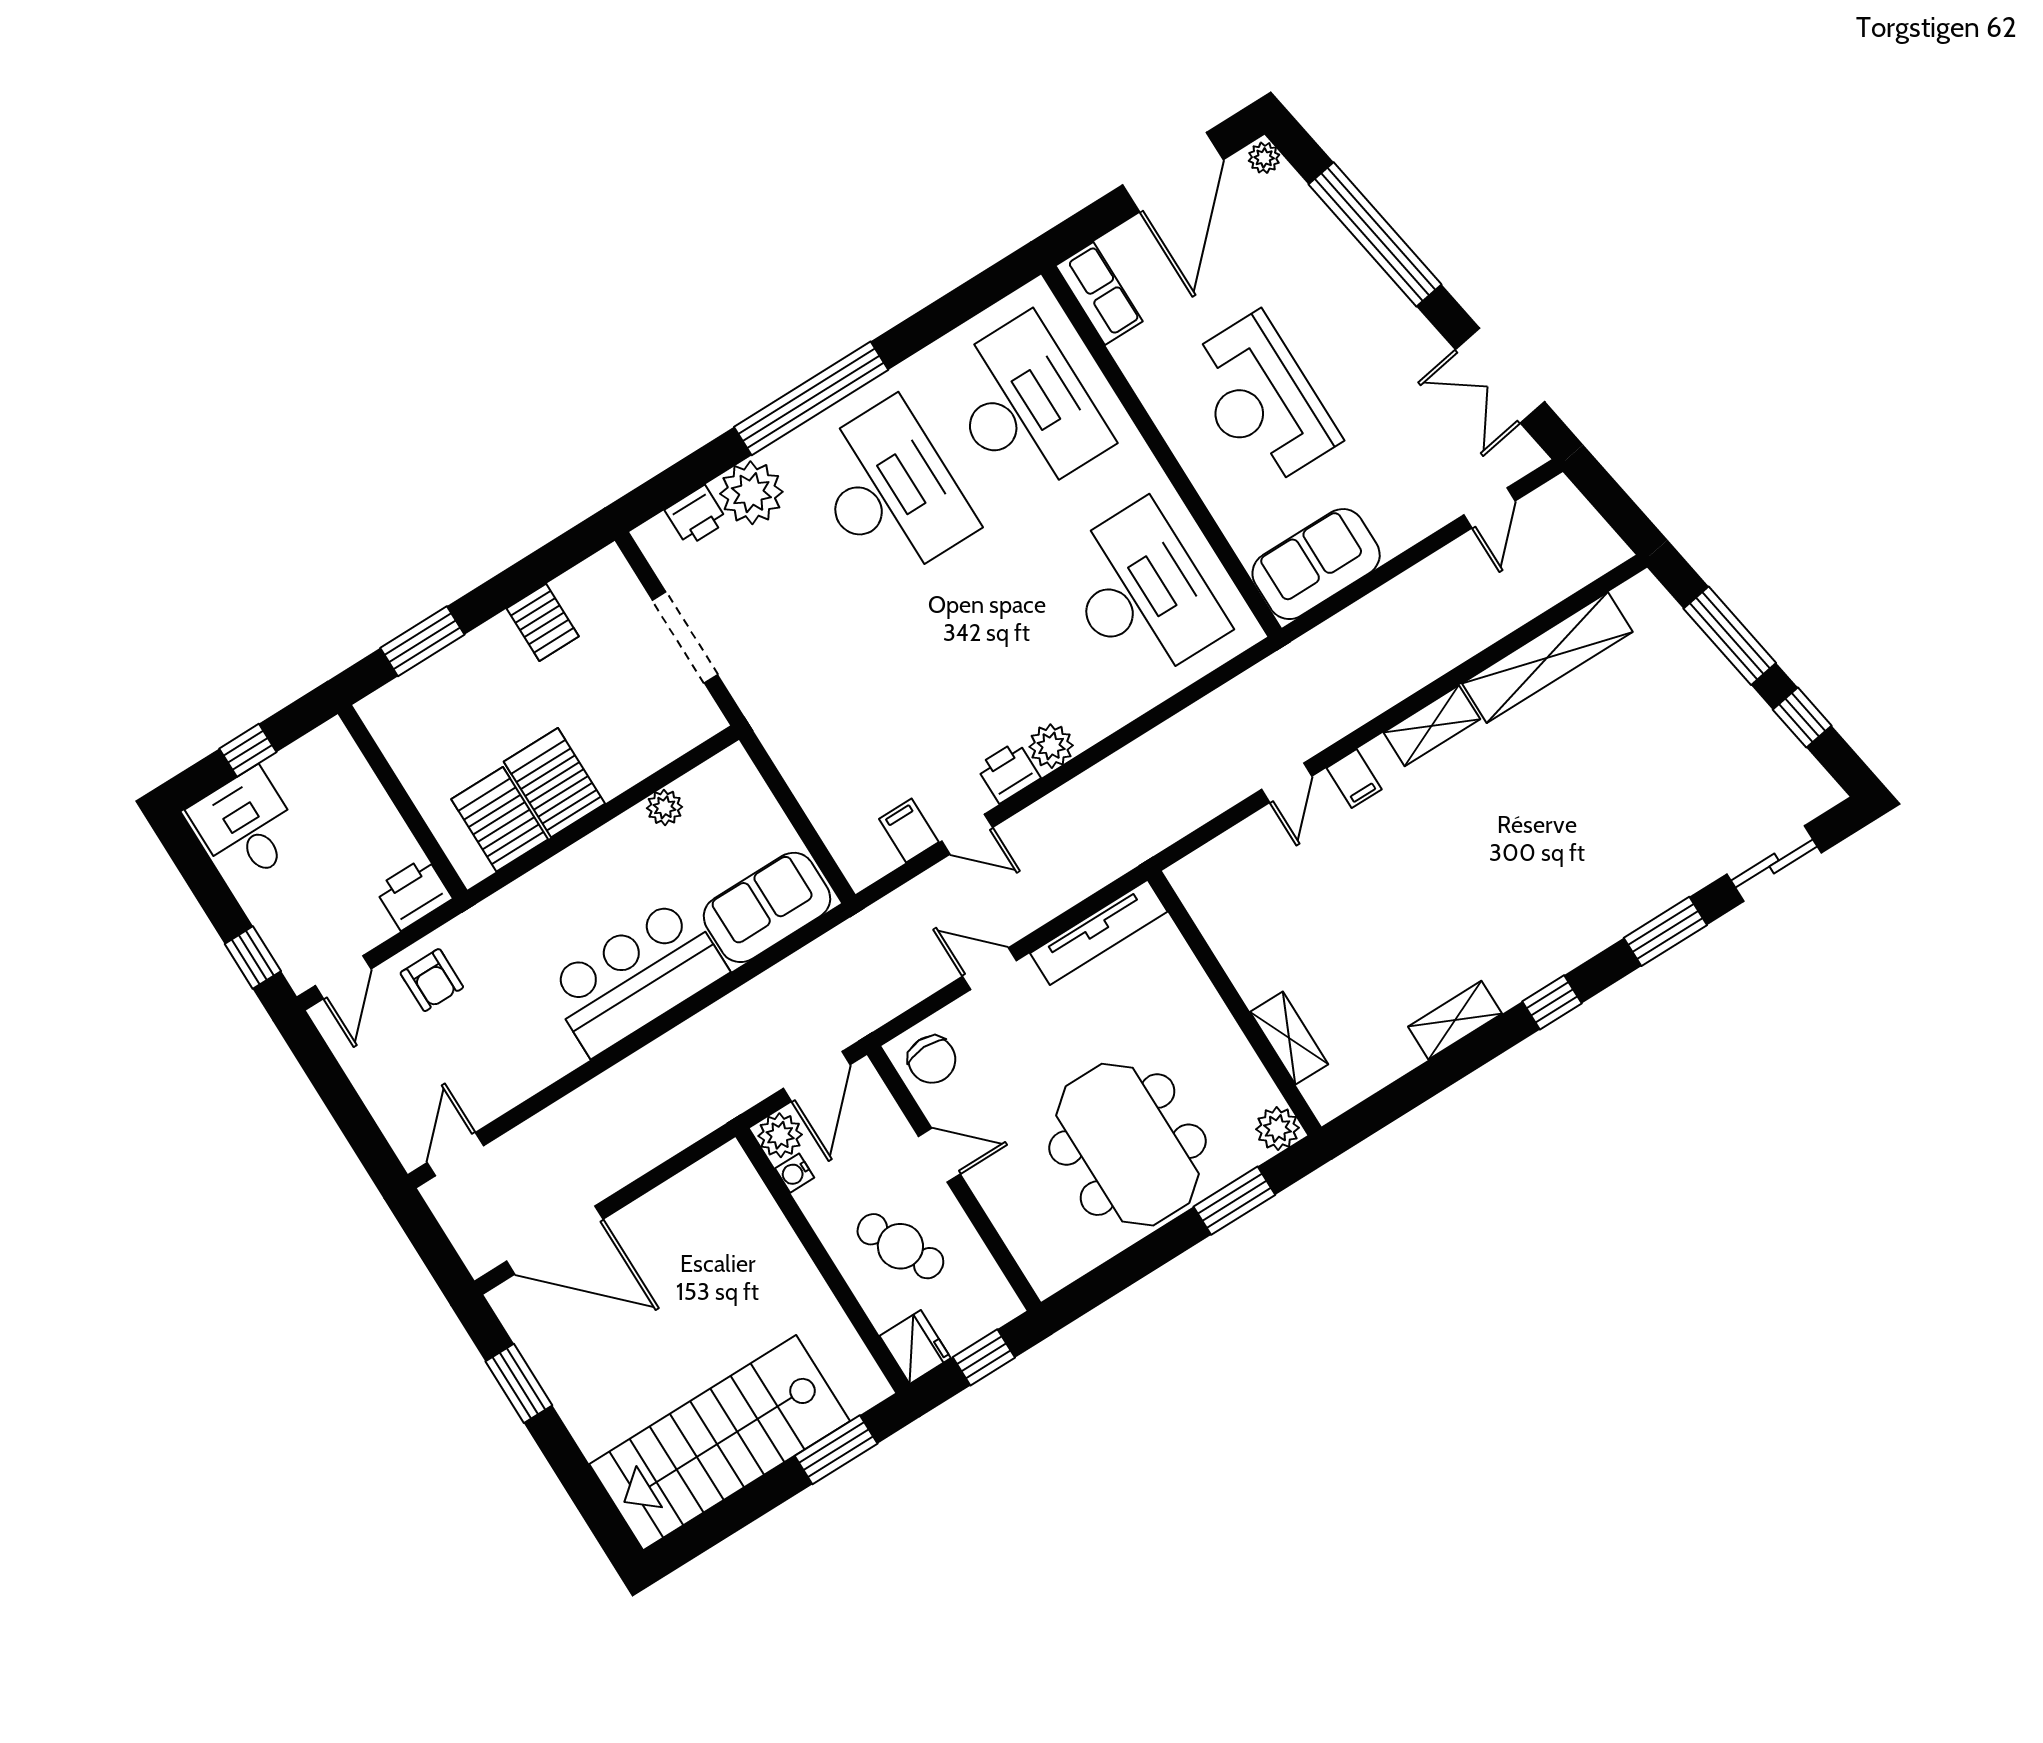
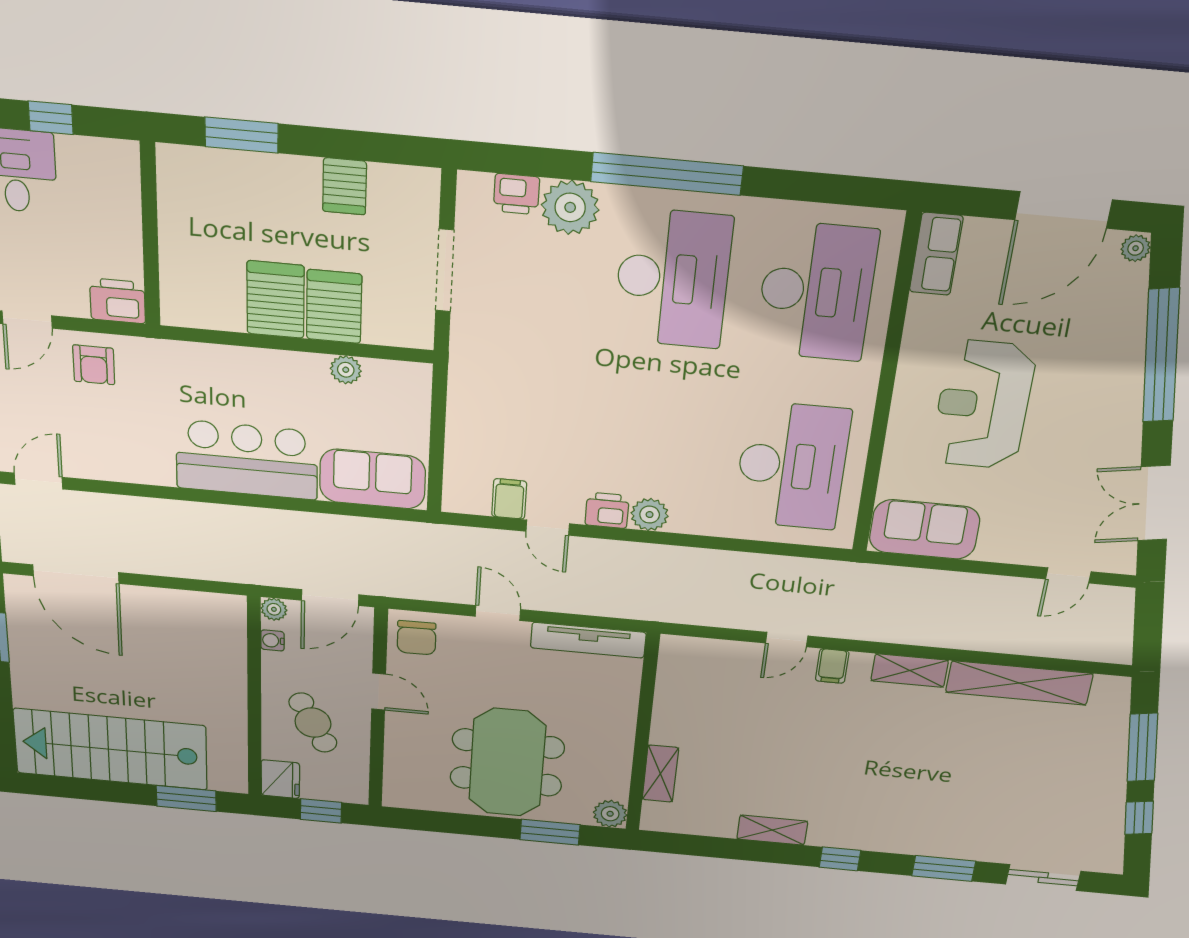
server rack: (500, 819) -> (334, 307), moved
plant: (780, 1135) -> (274, 609), width x0.73, depth x0.73

